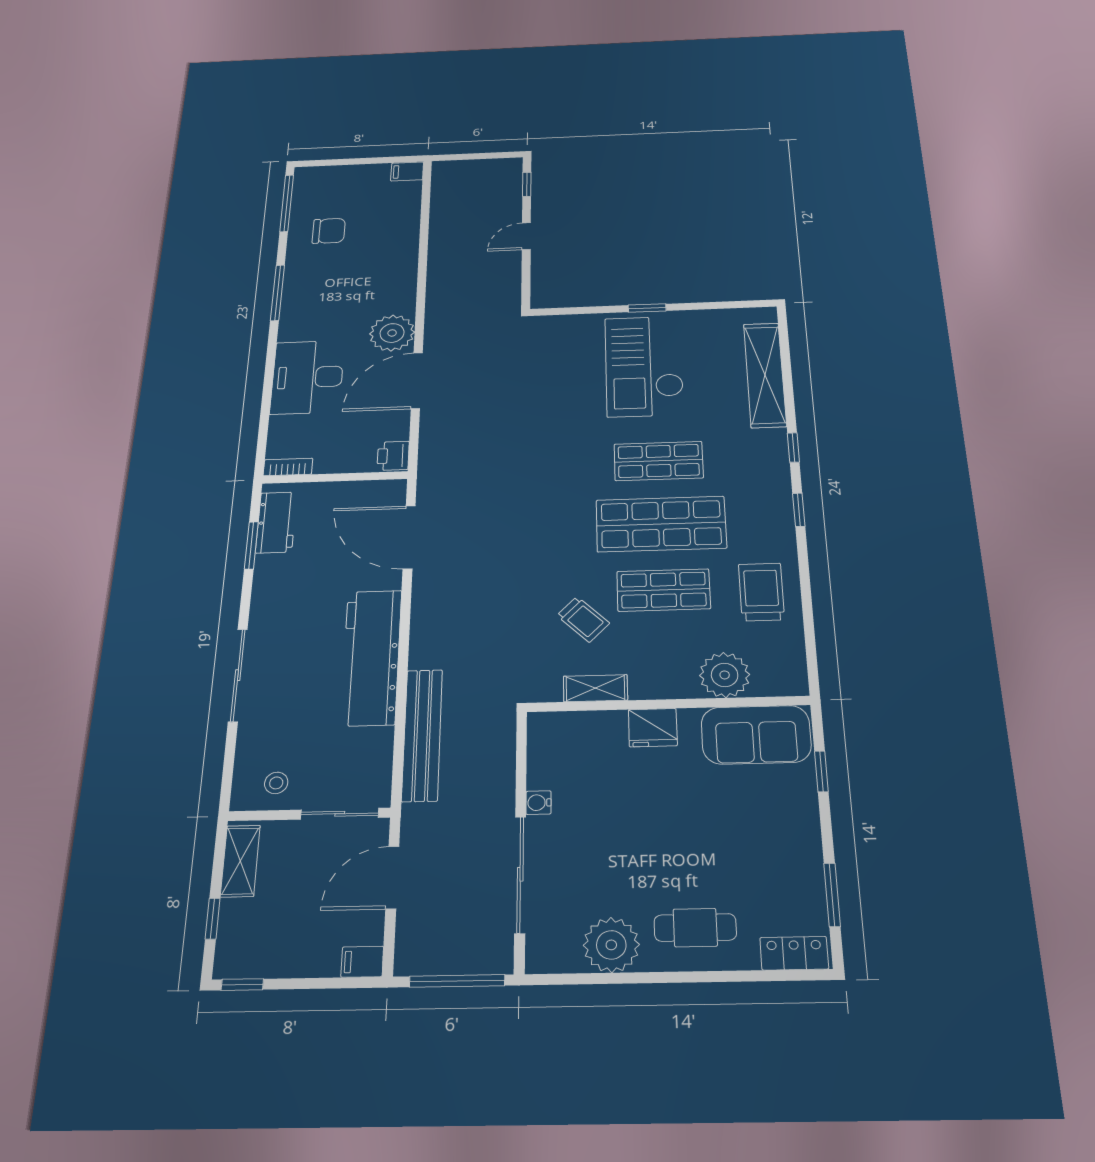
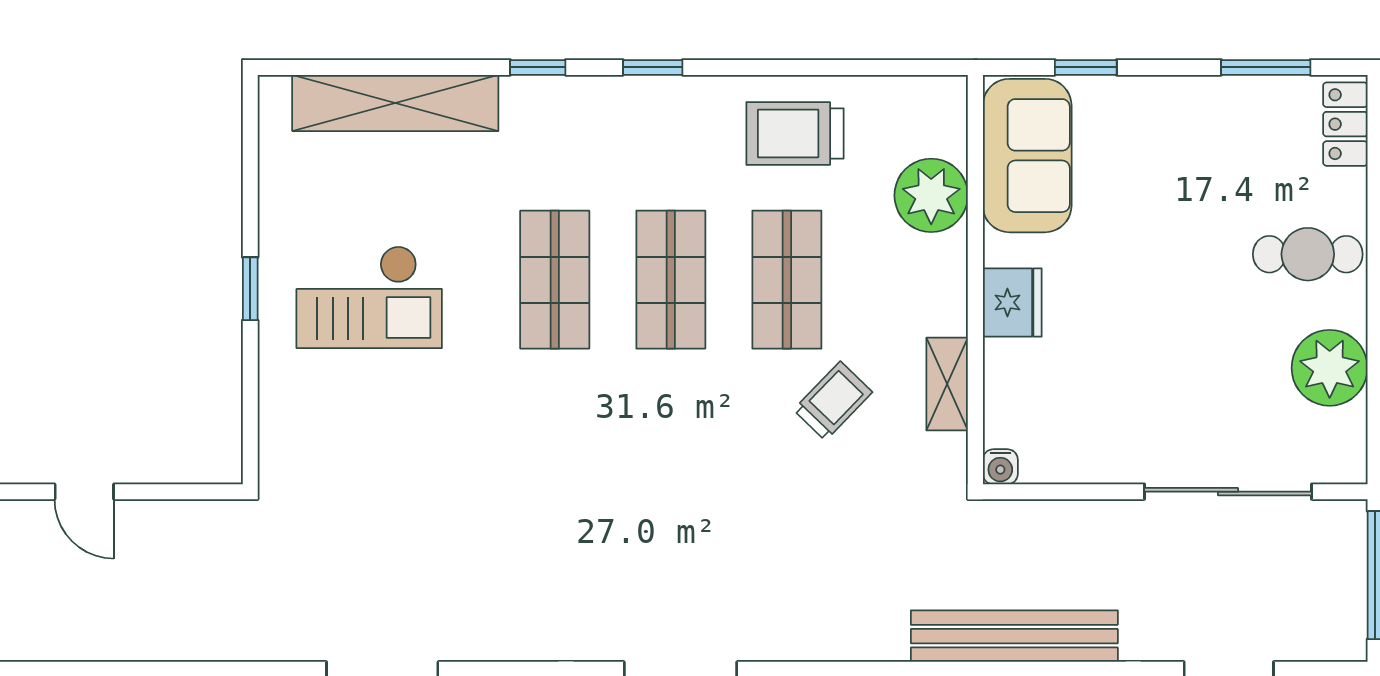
checkout: (644, 366) -> (369, 297), width x0.73, depth x0.83
shop shelf: (661, 524) -> (671, 280), width x0.70, depth x0.74
water cooler: (539, 803) -> (1000, 467), moved
cafe table: (695, 928) -> (1308, 254), turned 90

